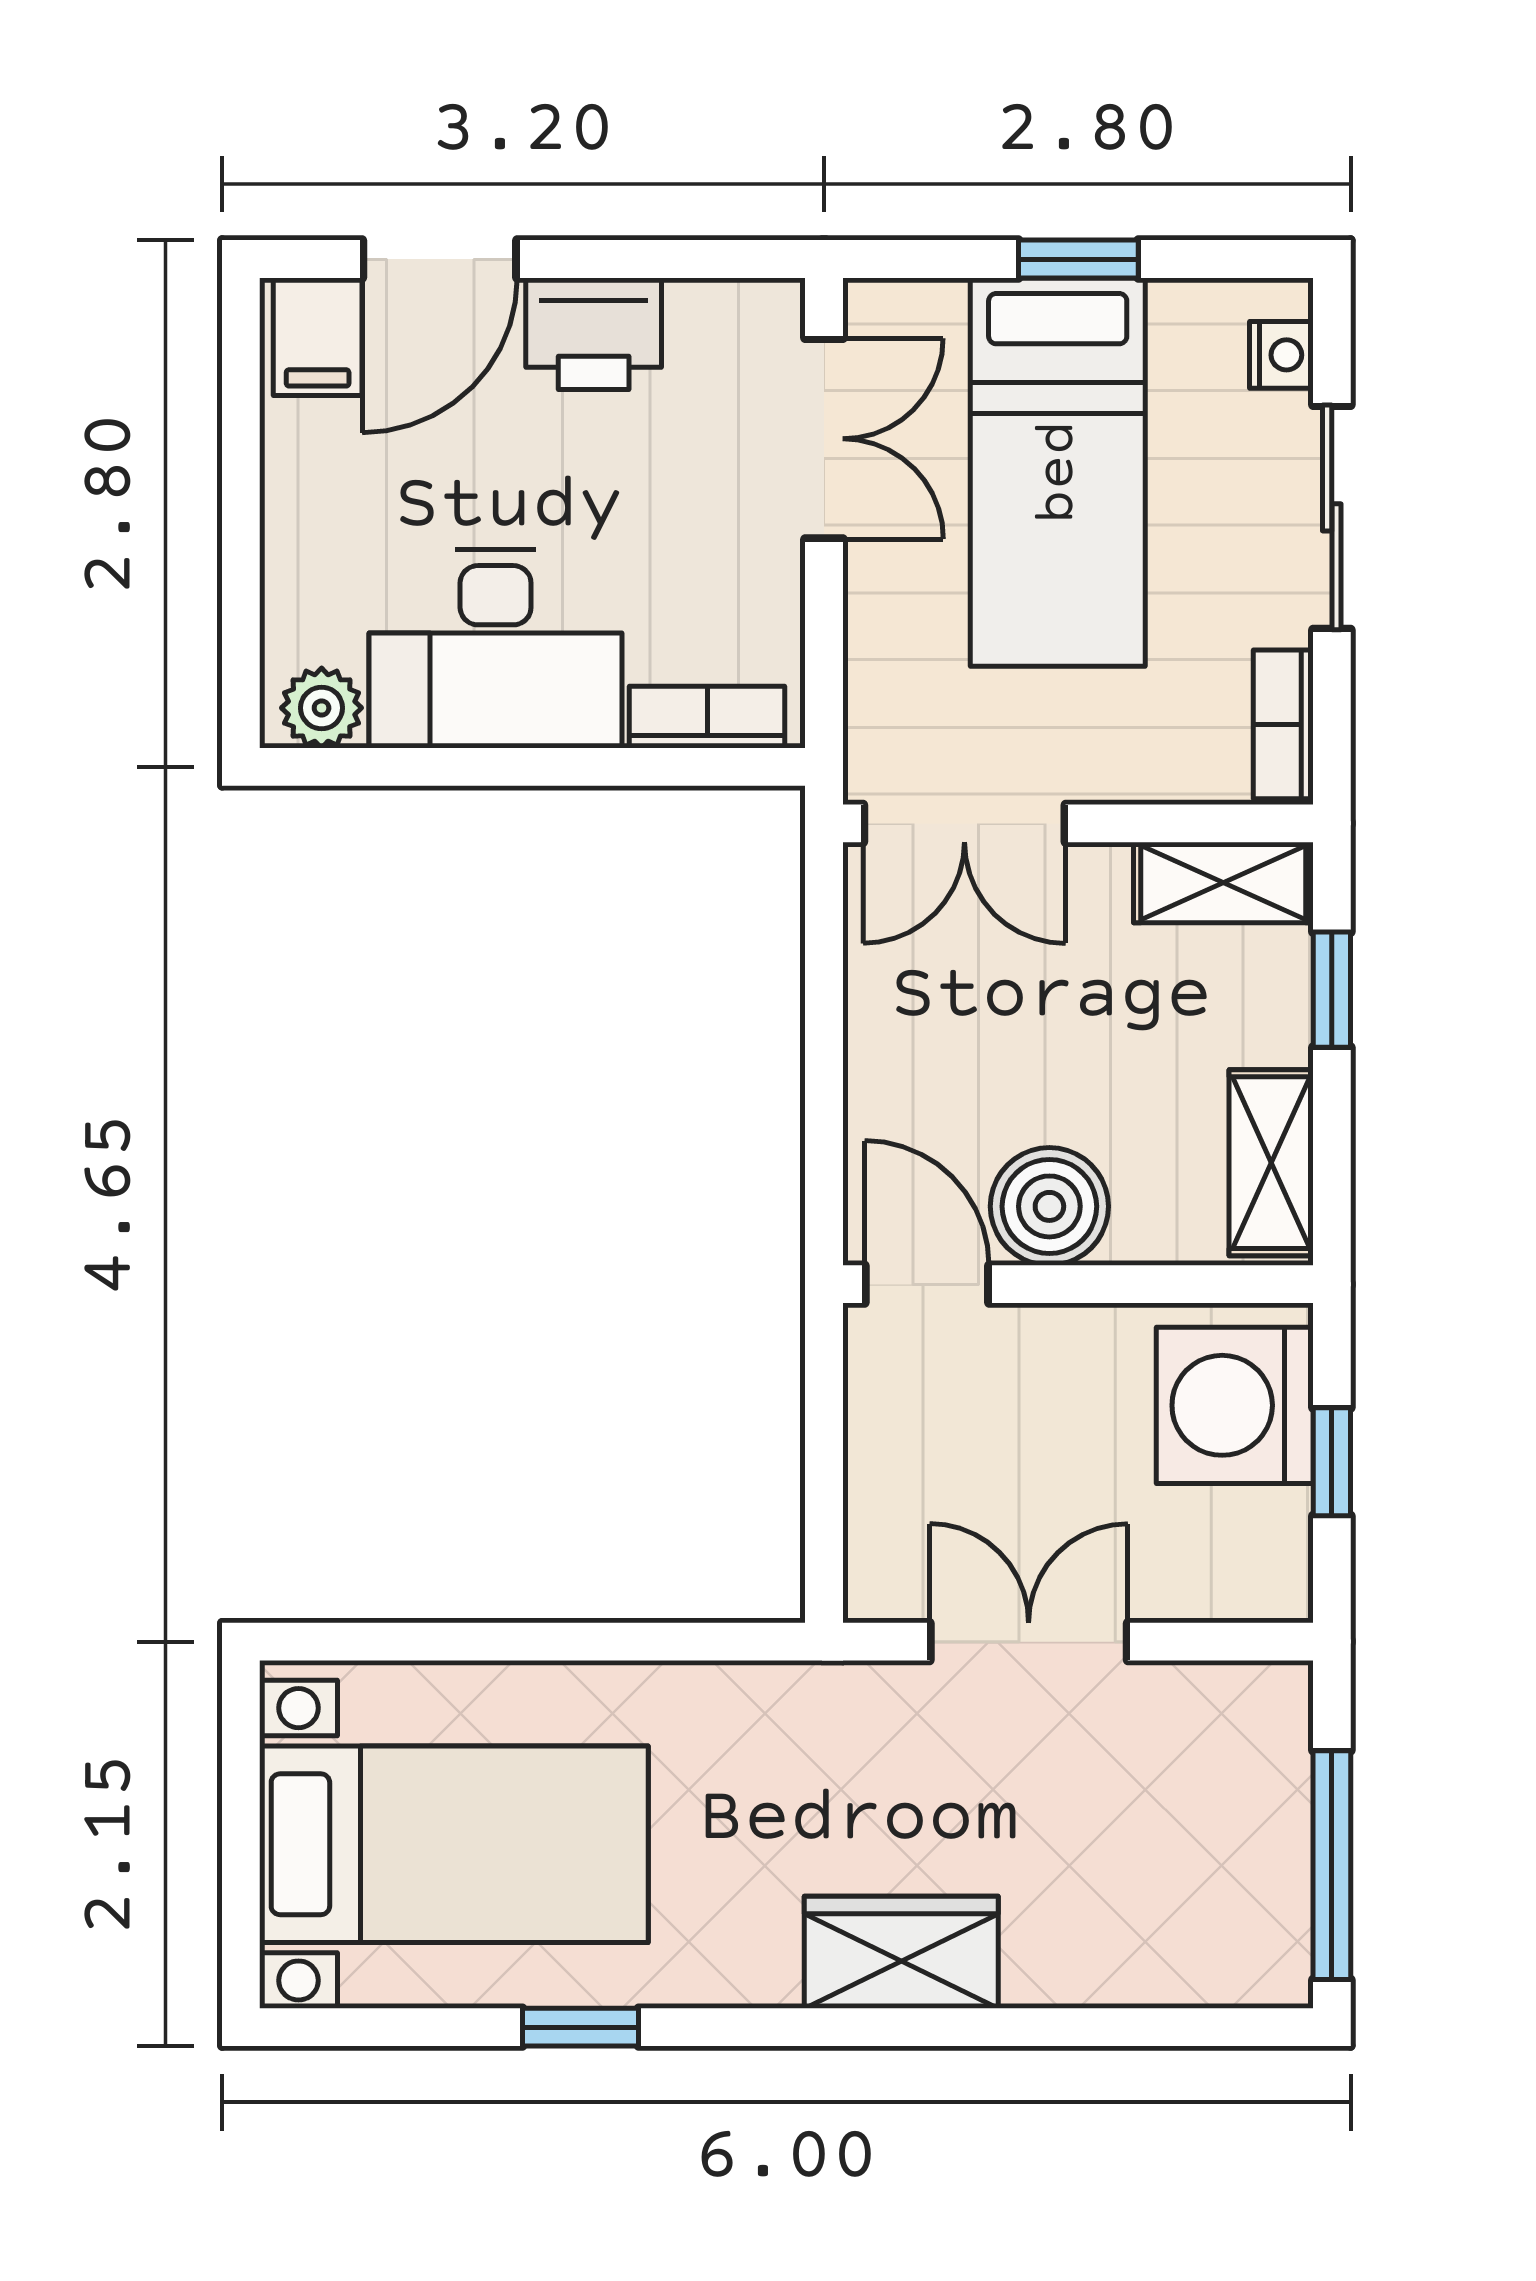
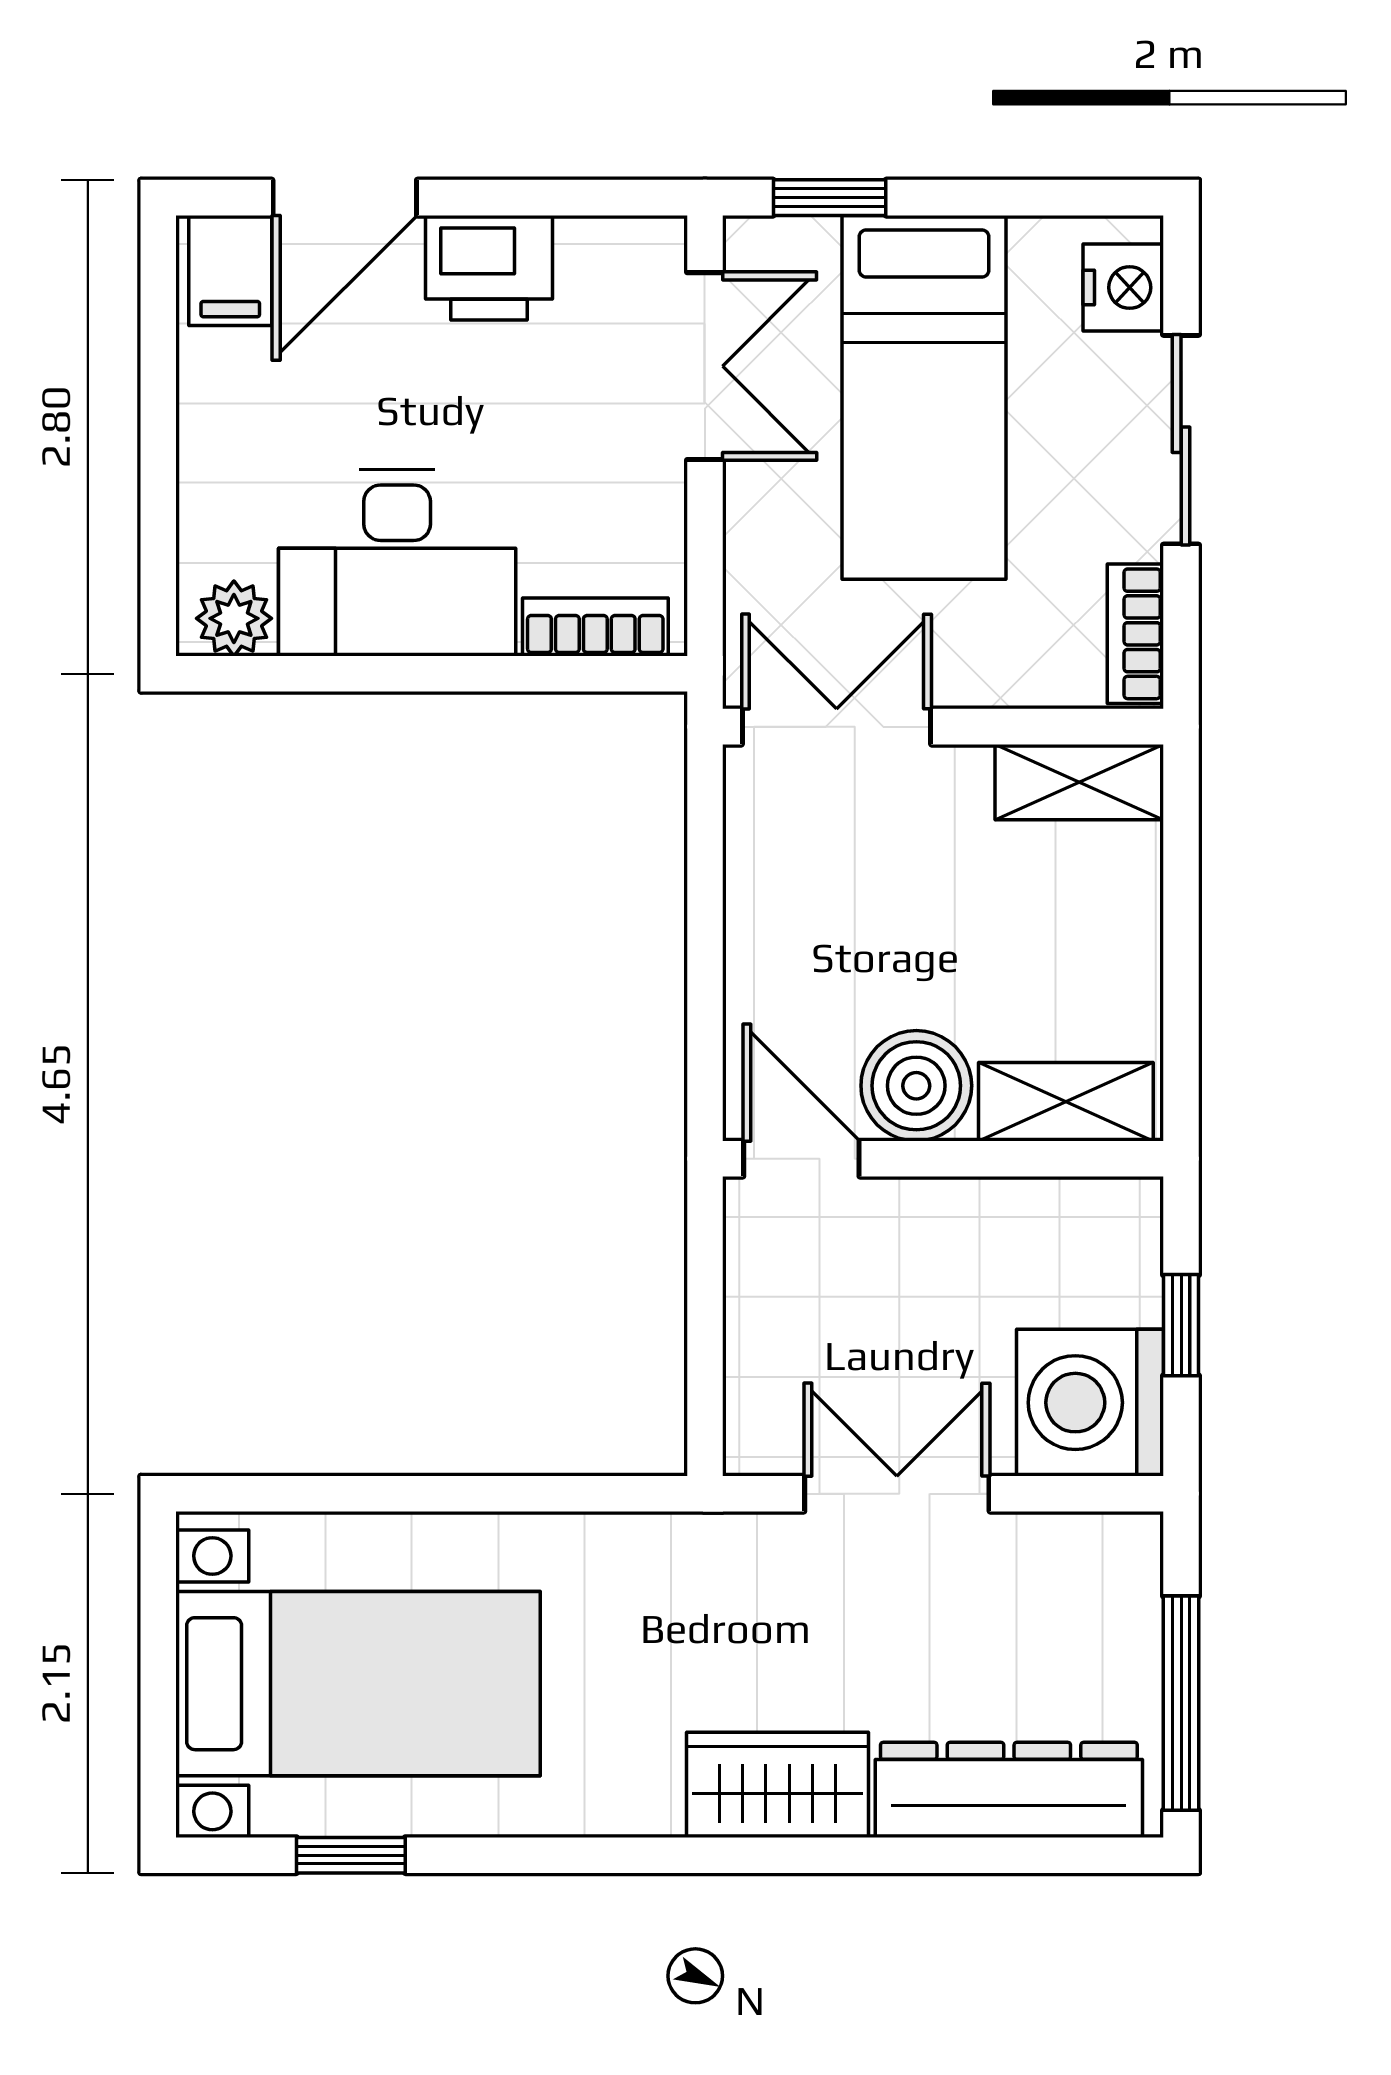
window: (1078, 259) -> (830, 198), moved
nightstand: (1281, 355) -> (1123, 288), width x1.39, depth x1.35
double door: (964, 823) -> (837, 727), swing flipped
window: (1332, 990) -> (1181, 882), removed
shelving: (1271, 1163) -> (1066, 1102), moved, turned 90
washing machine: (1235, 1405) -> (1090, 1403), moved
dresser: (1148, 1958) -> (1009, 1790), added
window: (581, 2027) -> (351, 1855), moved

